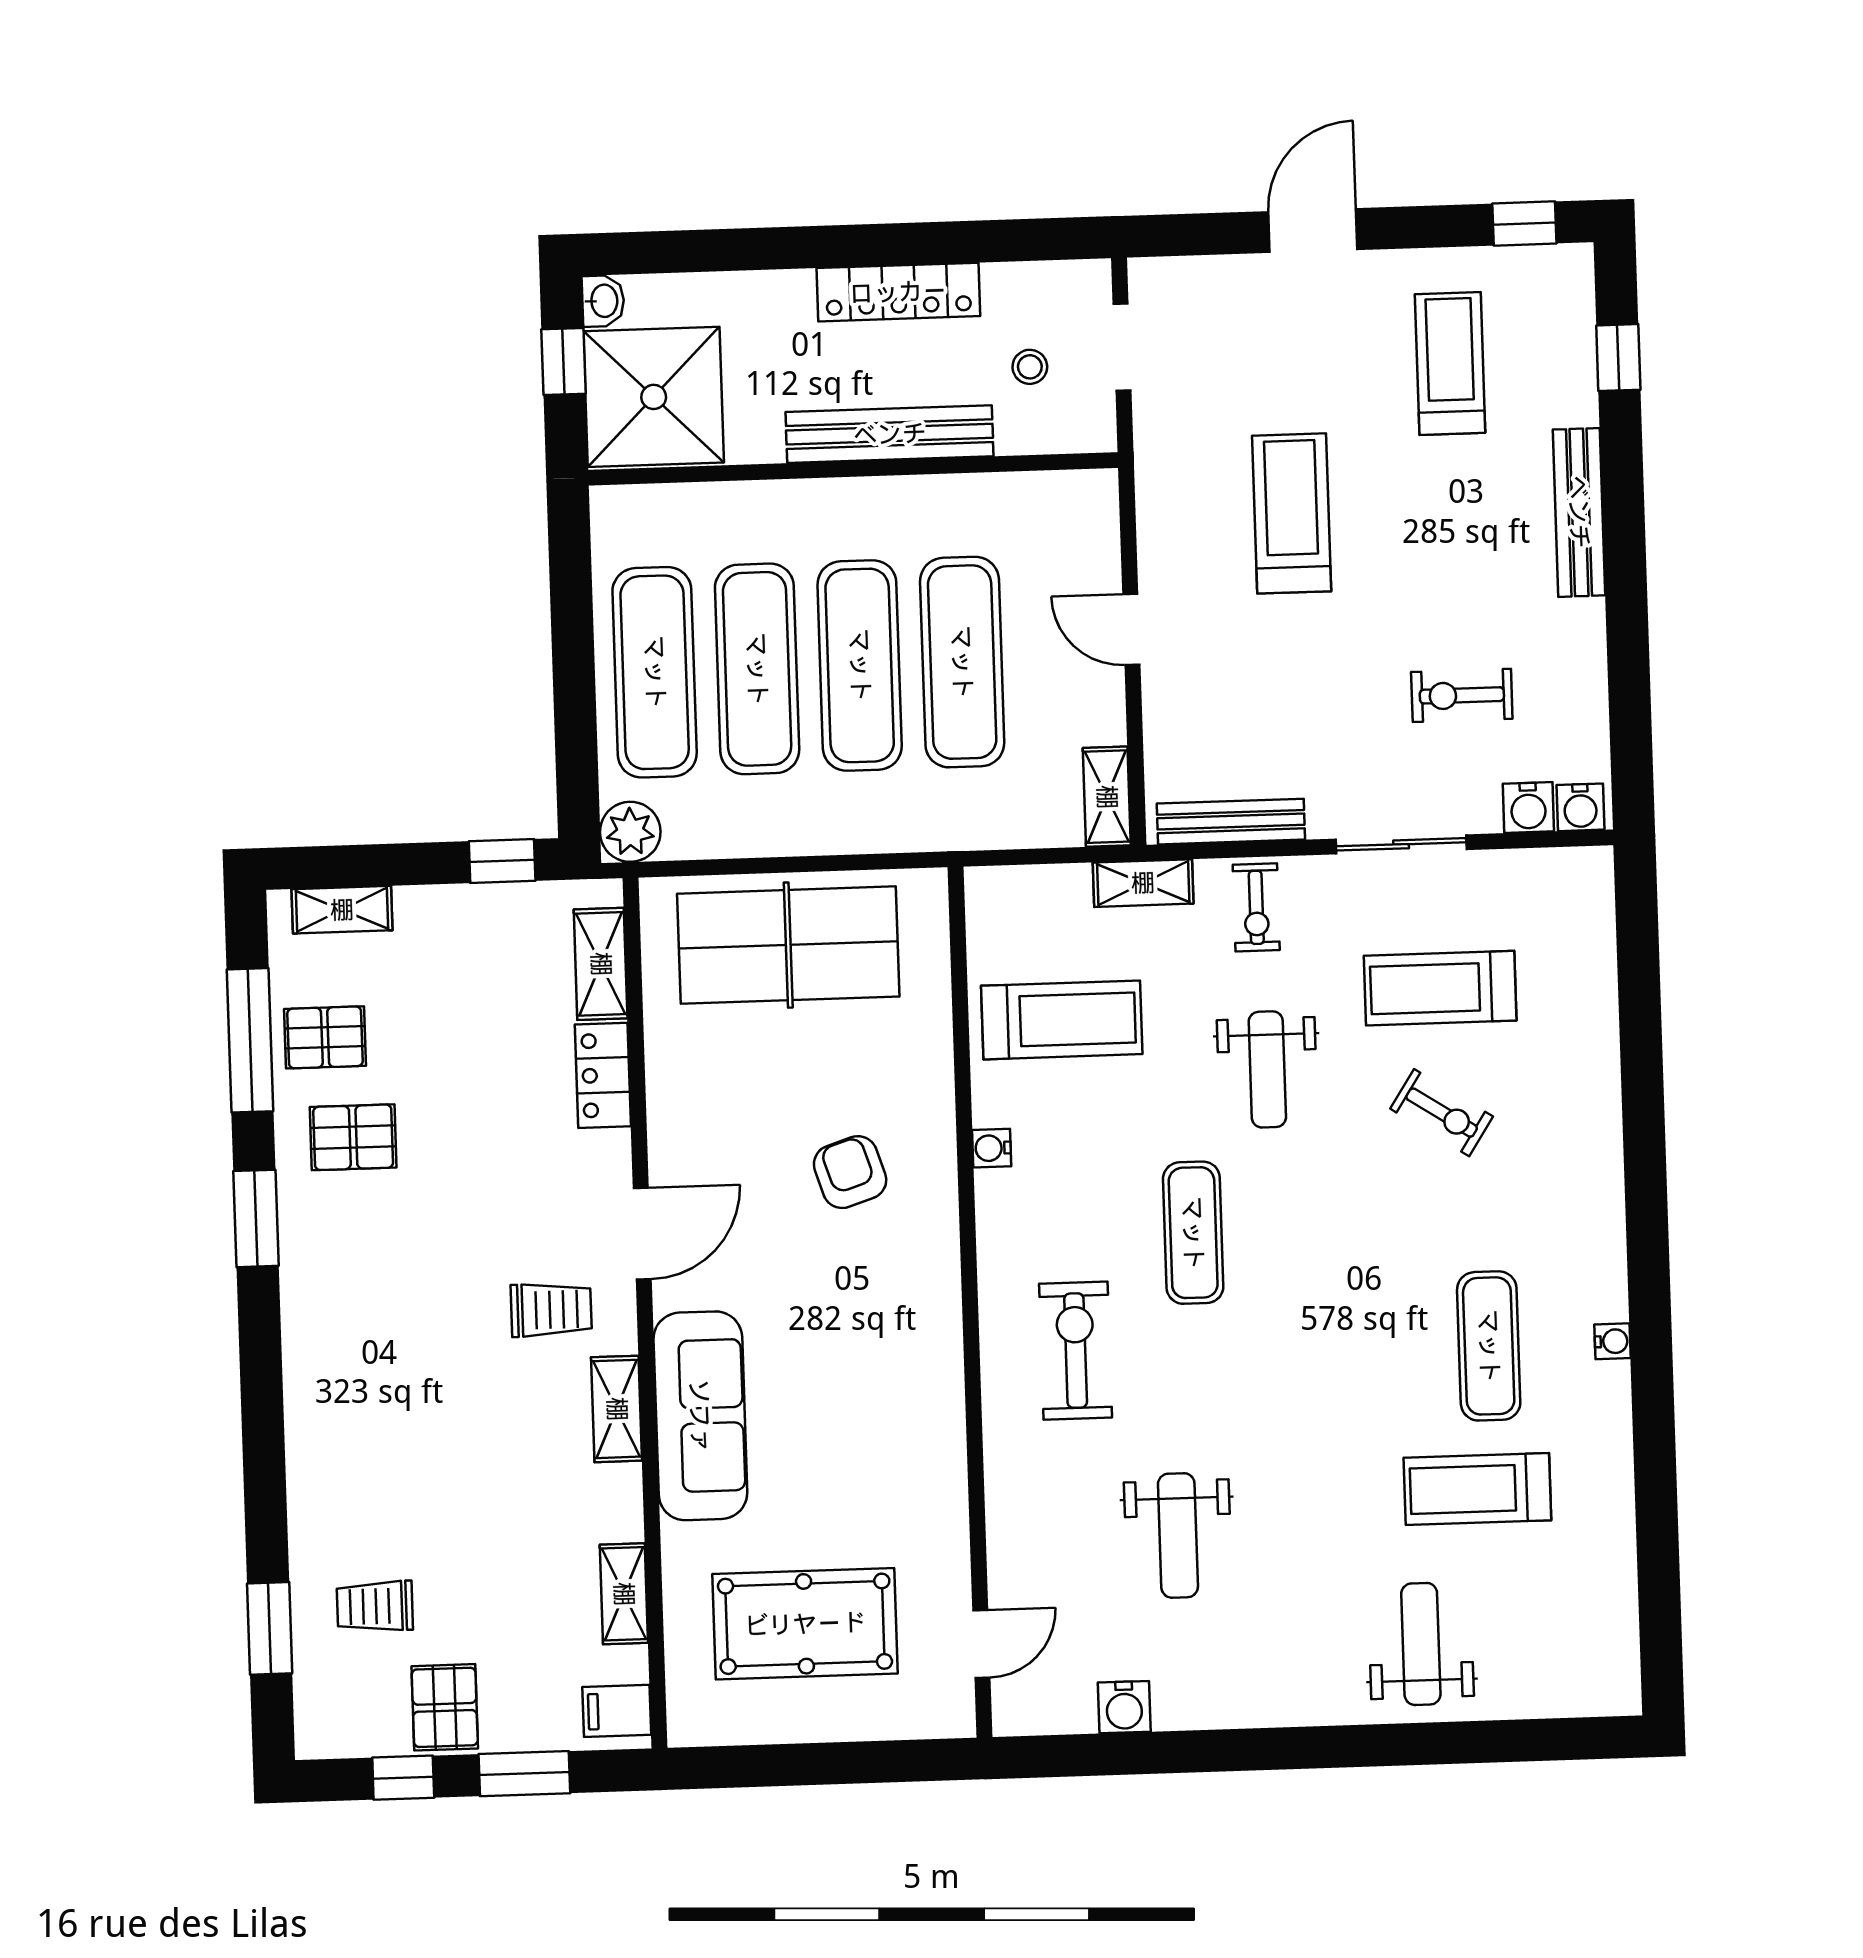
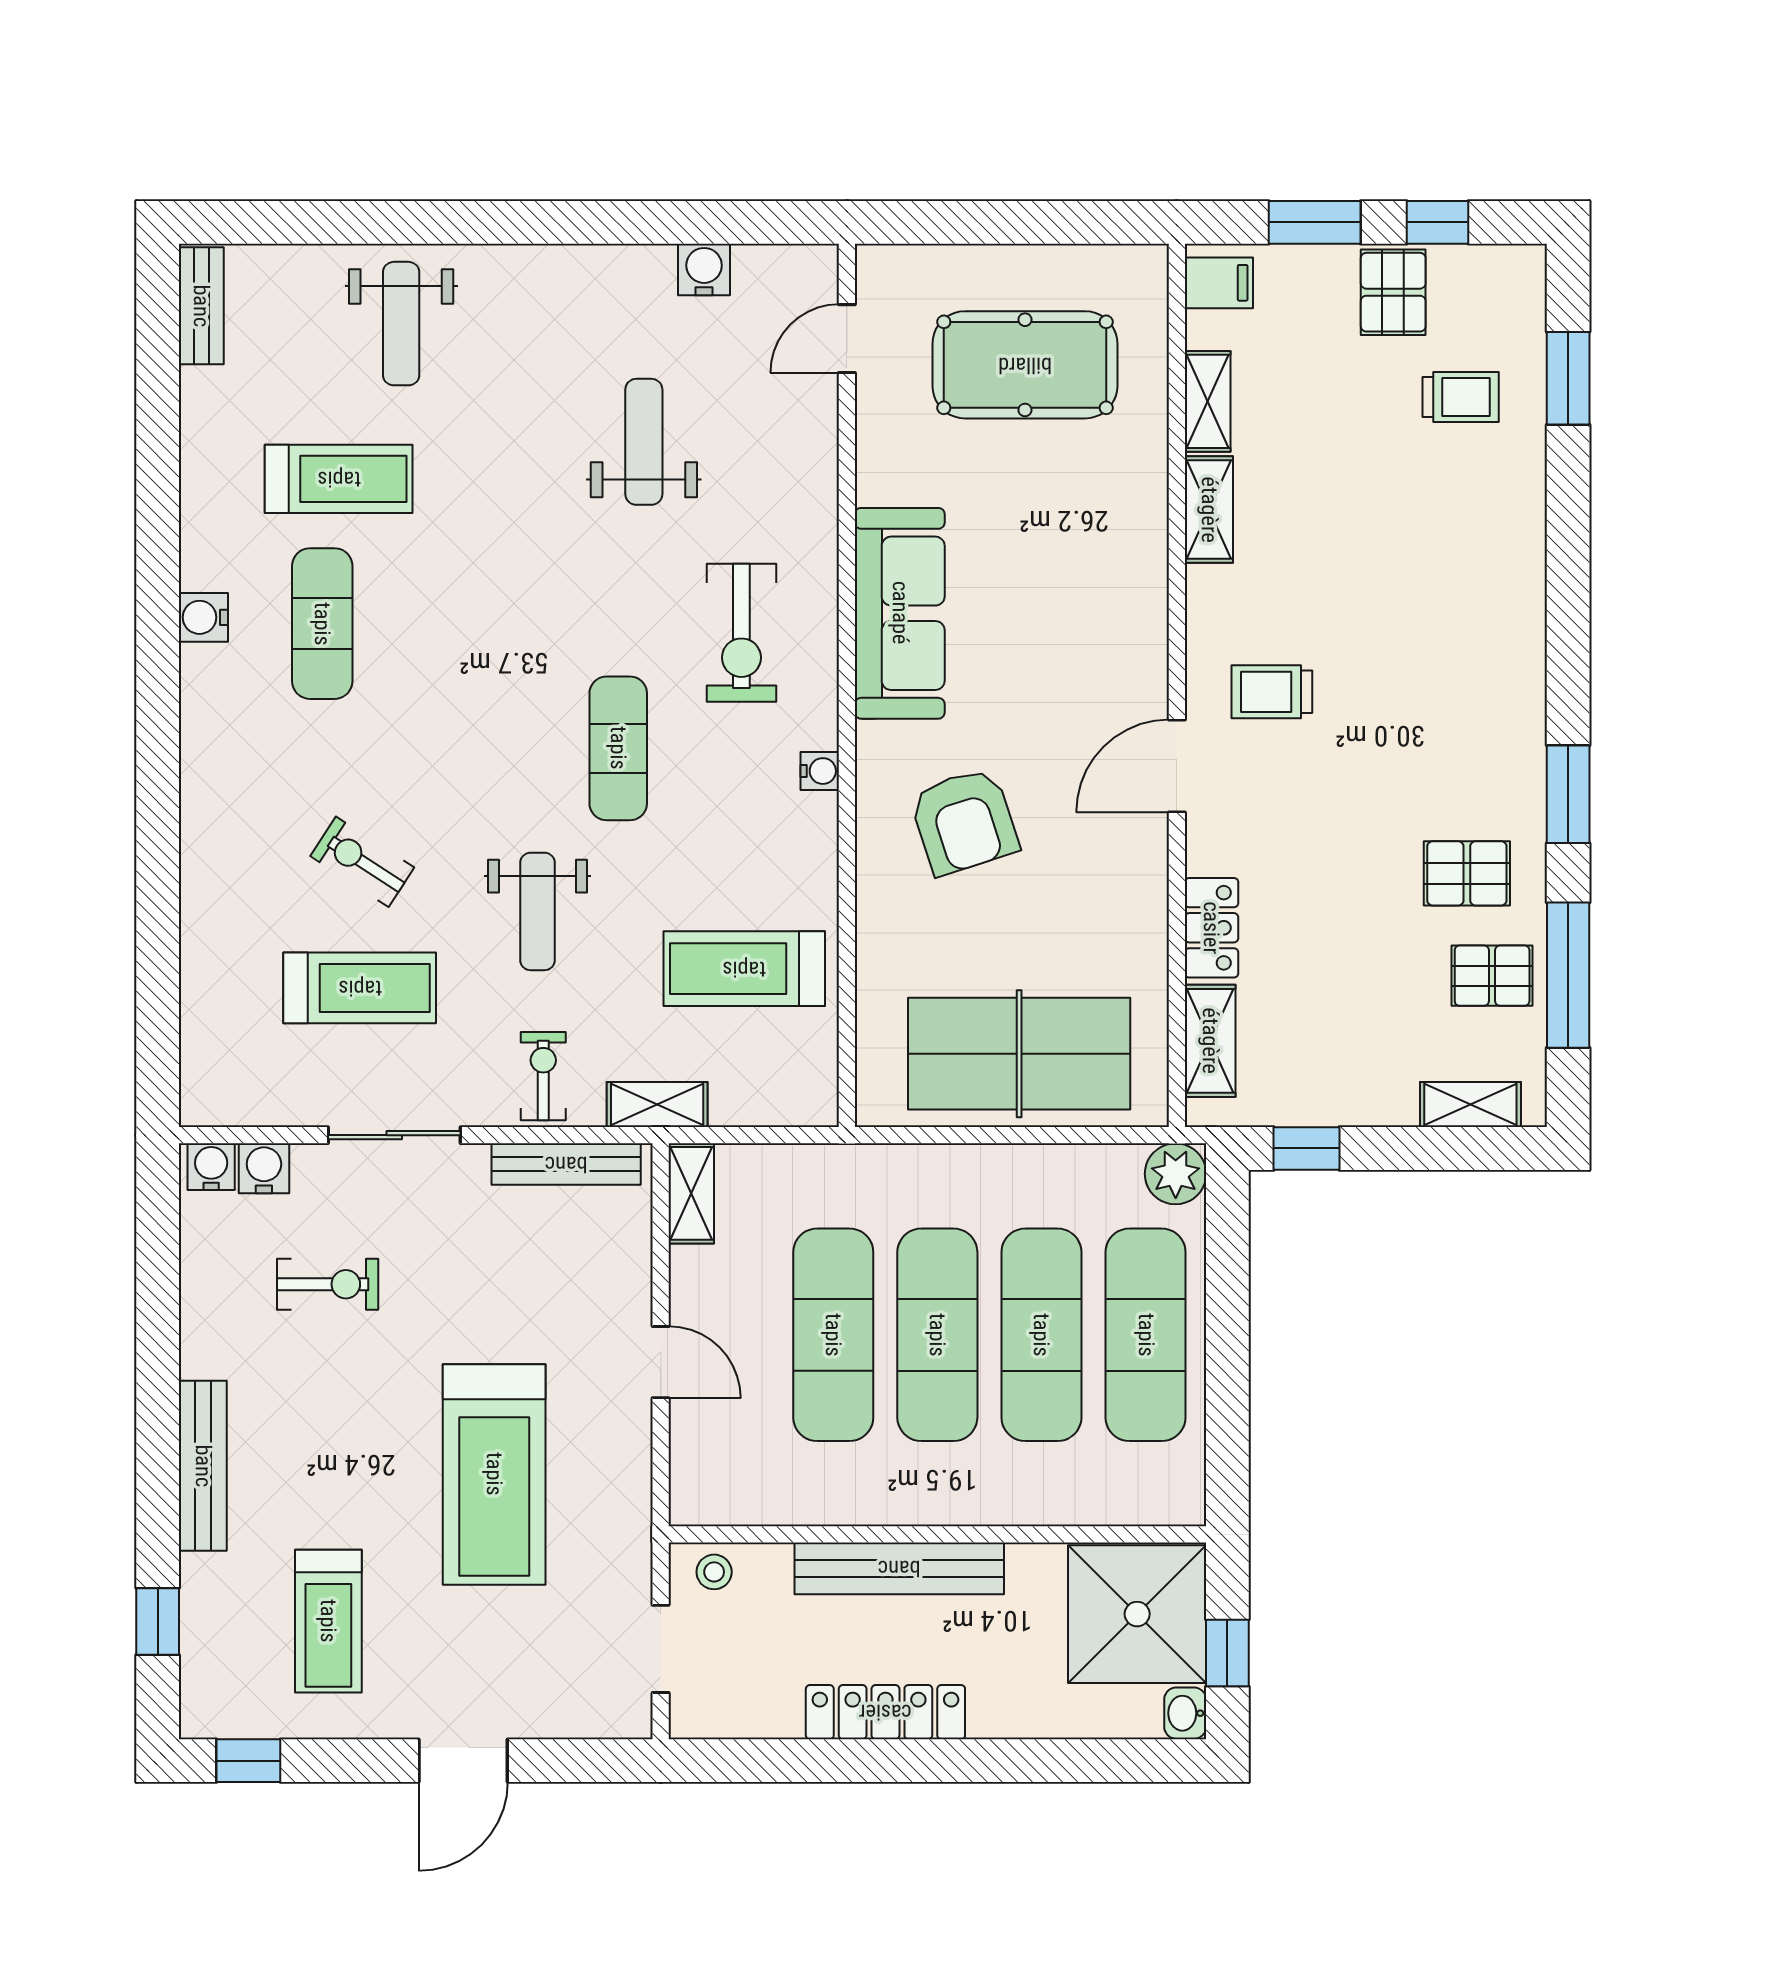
stool: (1030, 367) -> (714, 1572), moved
treadmill: (1292, 513) -> (494, 1474), width x1.37, depth x1.38
weight bench: (1267, 1069) -> (538, 911), turned 180
water cooler: (992, 1148) -> (820, 771), moved
armchair: (850, 1172) -> (964, 821), width x1.38, depth x1.38
water cooler: (1612, 1341) -> (203, 617), width x1.38, depth x1.38
shelving: (617, 1409) -> (1209, 510), moved
sofa: (700, 1416) -> (900, 613), moved, turned 180
bench: (1618, 1655) -> (201, 306), added

